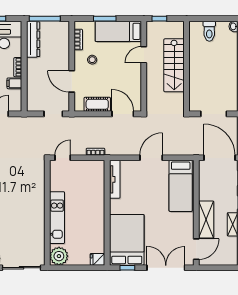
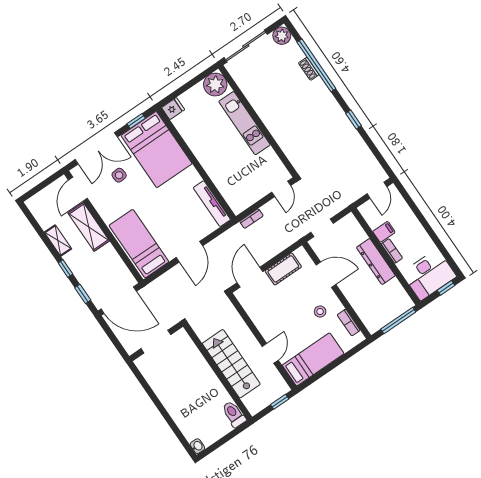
window: (105, 19) -> (336, 363), removed
toilet: (209, 31) -> (234, 414), moved
dresser: (33, 39) -> (376, 261), moved
door: (123, 114) -> (250, 277), swing flipped
side table: (163, 240) -> (119, 175), added

